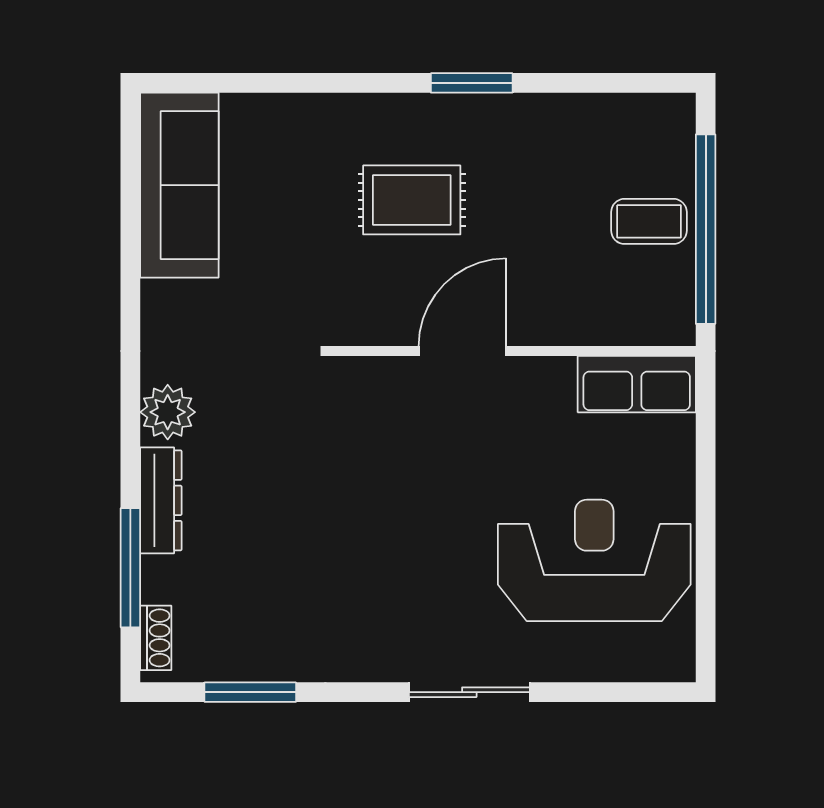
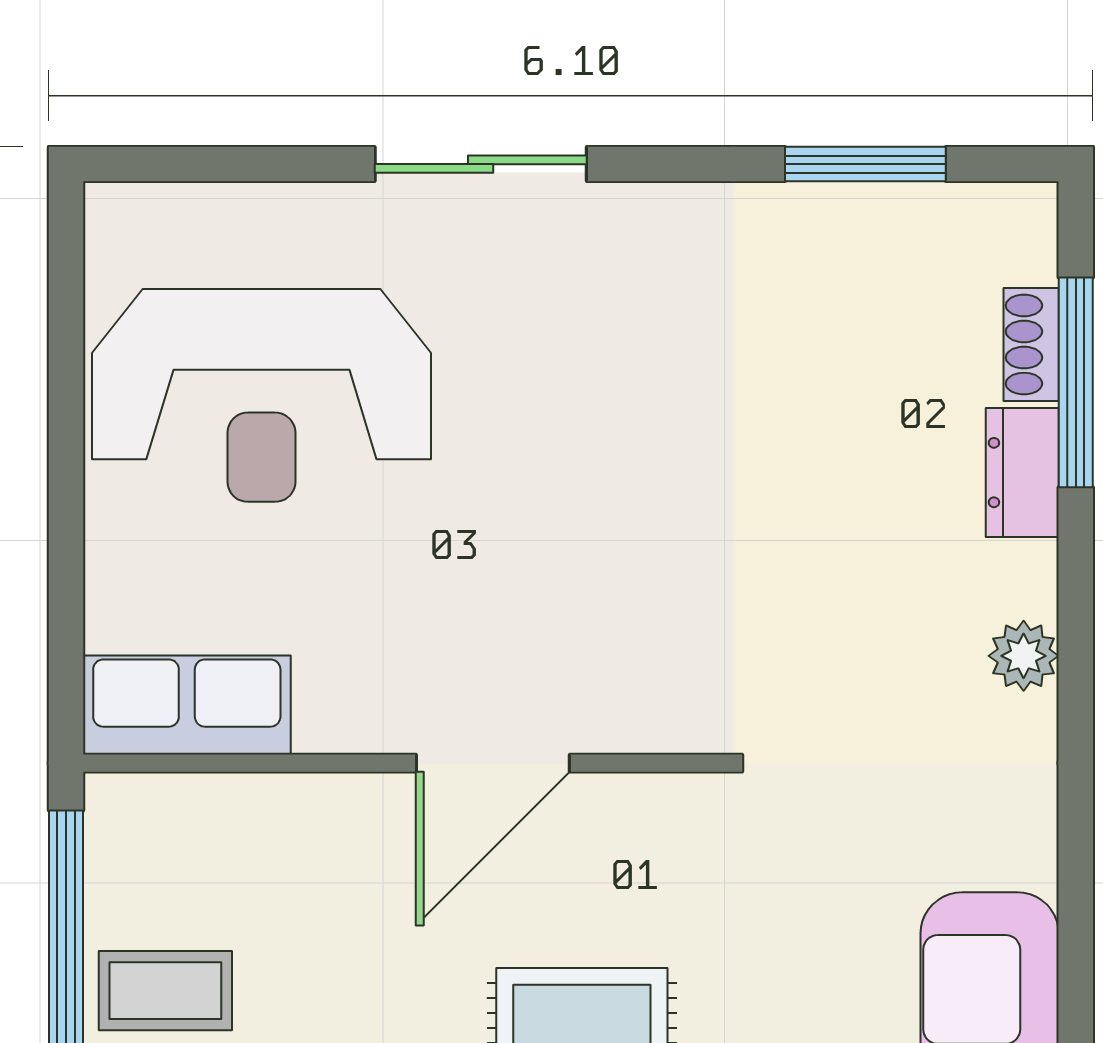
plant: (168, 412) -> (1024, 656), width x0.73, depth x0.73
dresser: (161, 500) -> (1022, 473), width x0.70
shoe rack: (156, 638) -> (1031, 345), moved

